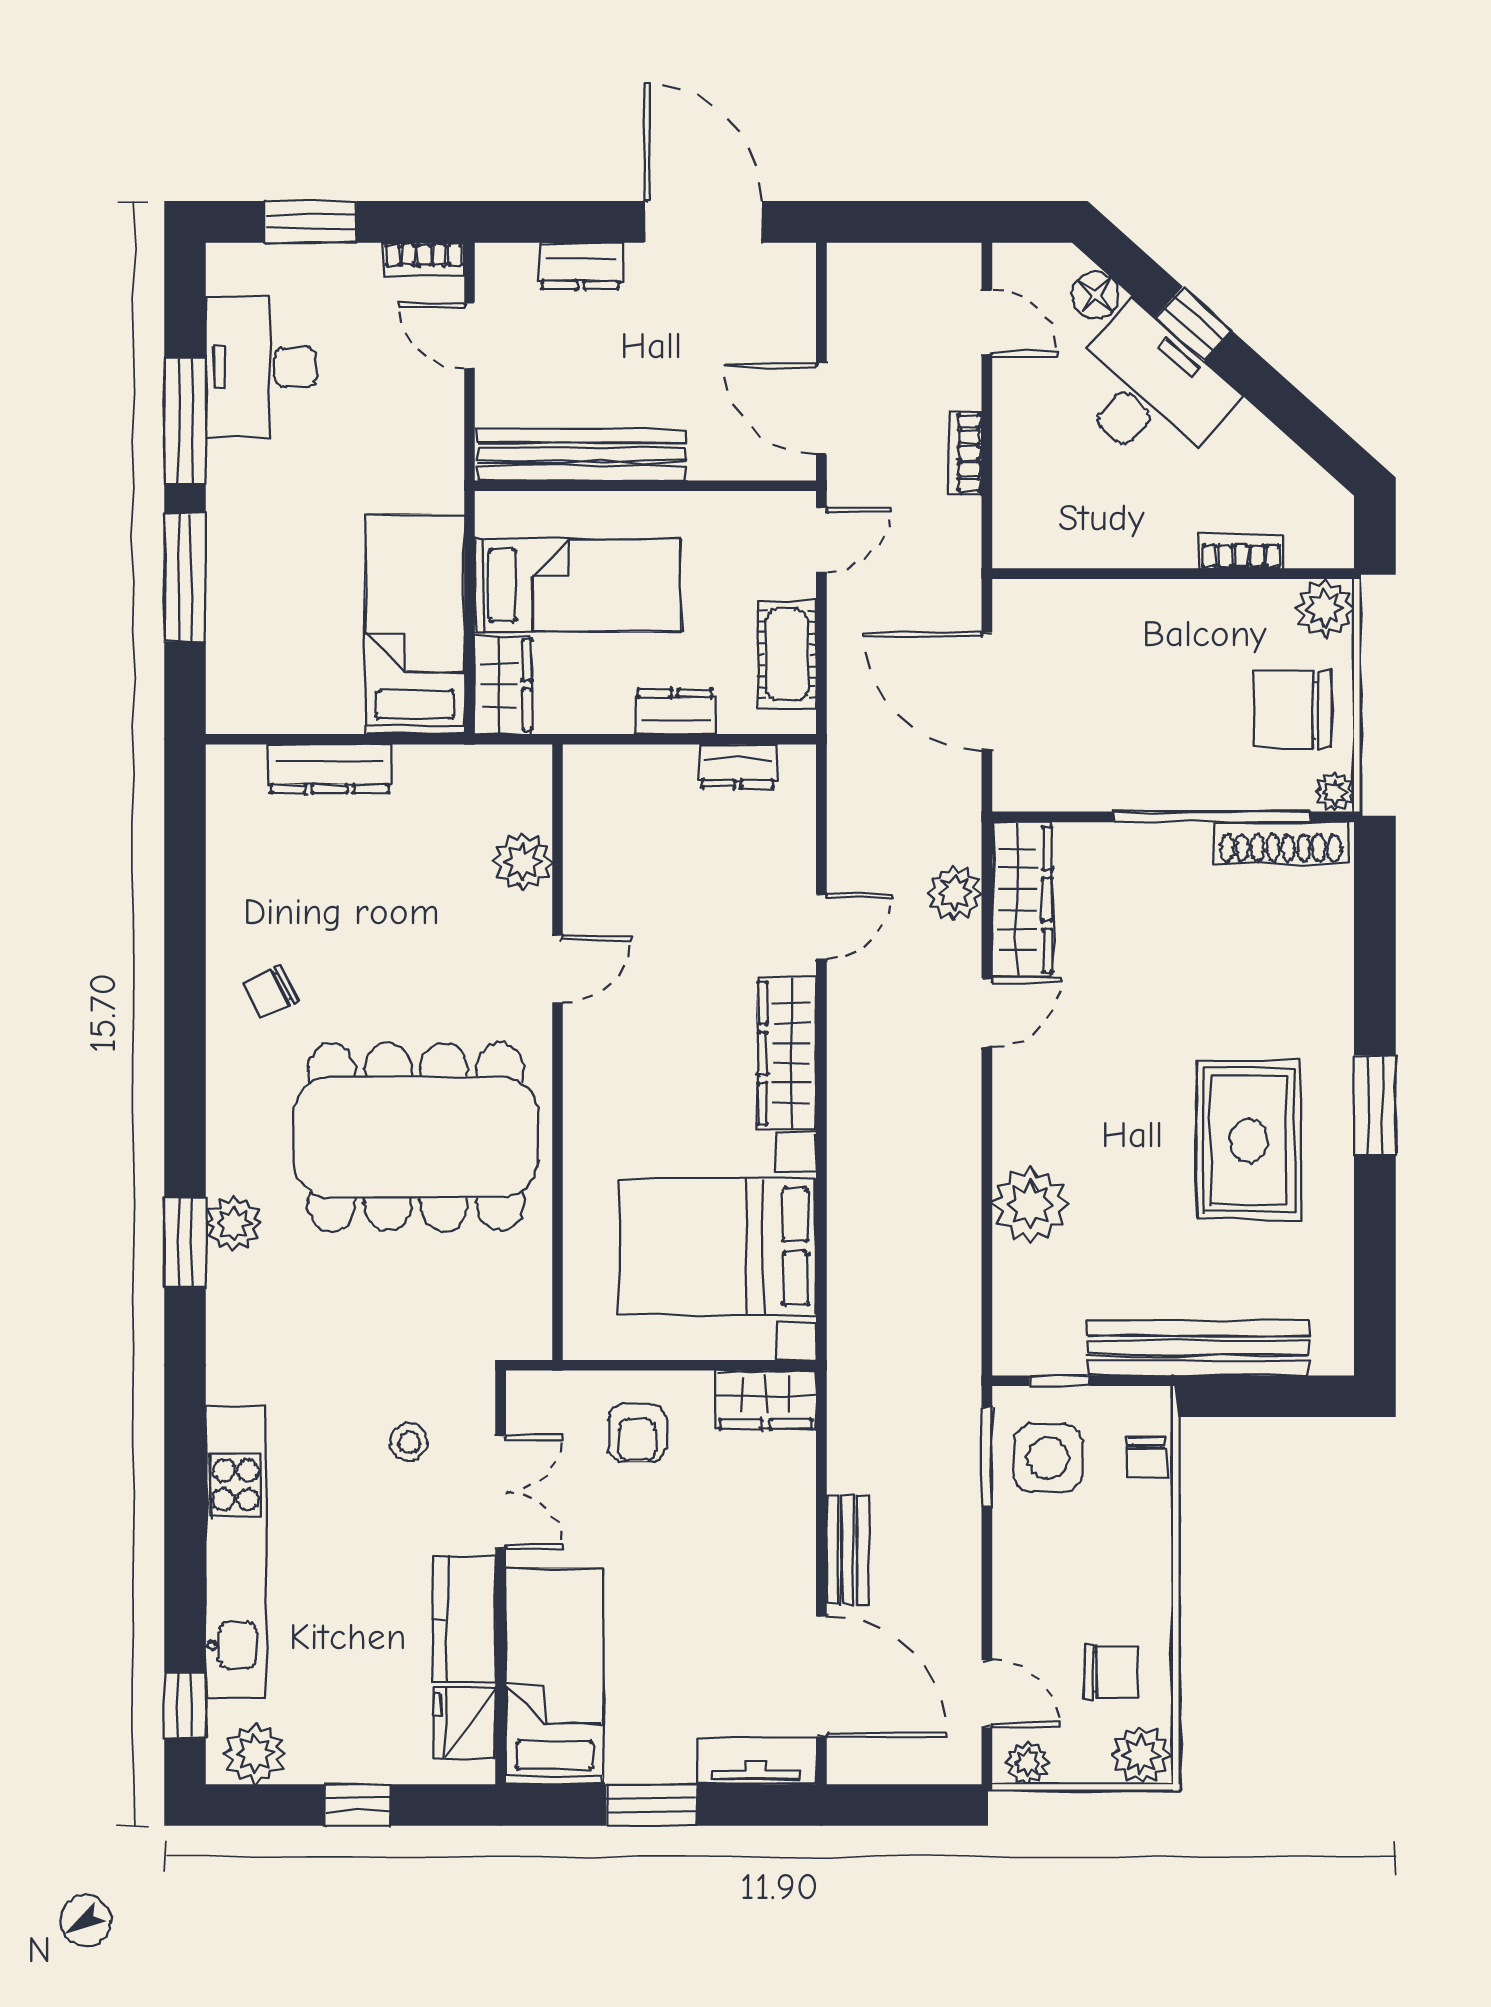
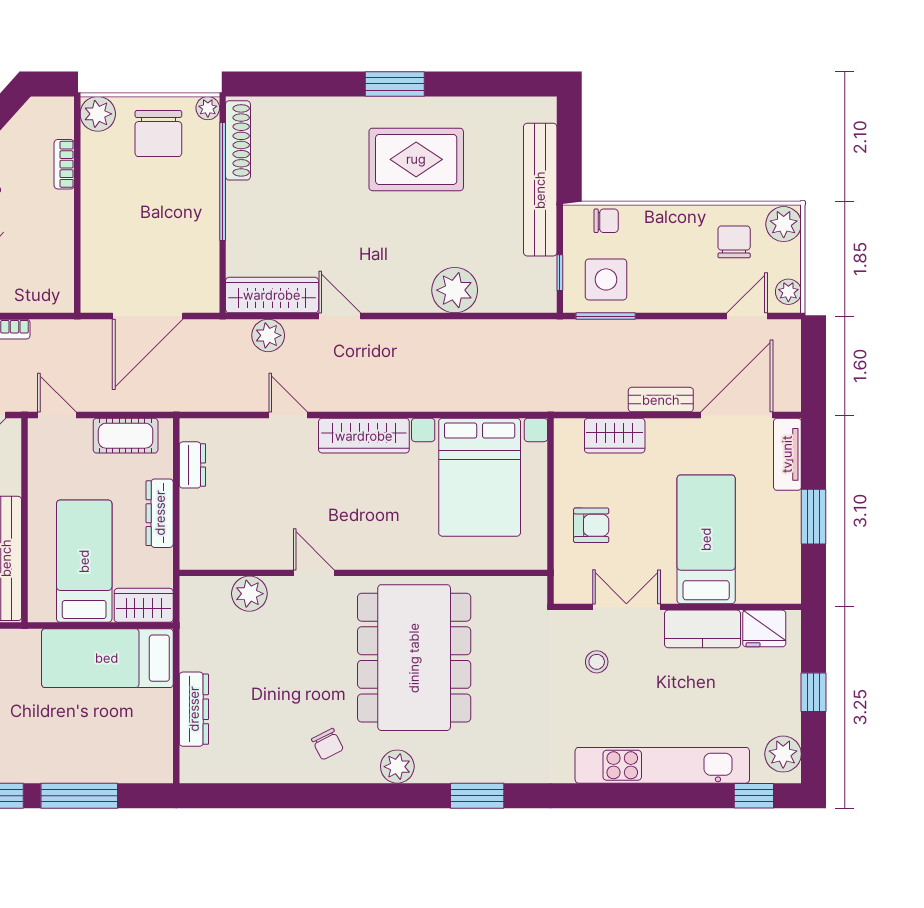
dresser: (675, 712) -> (160, 513), width x1.44
plant: (234, 1224) -> (397, 767), moved
wardrobe: (766, 1400) -> (615, 436), moved, turned 90
bed: (554, 1676) -> (706, 539), moved, turned 90

